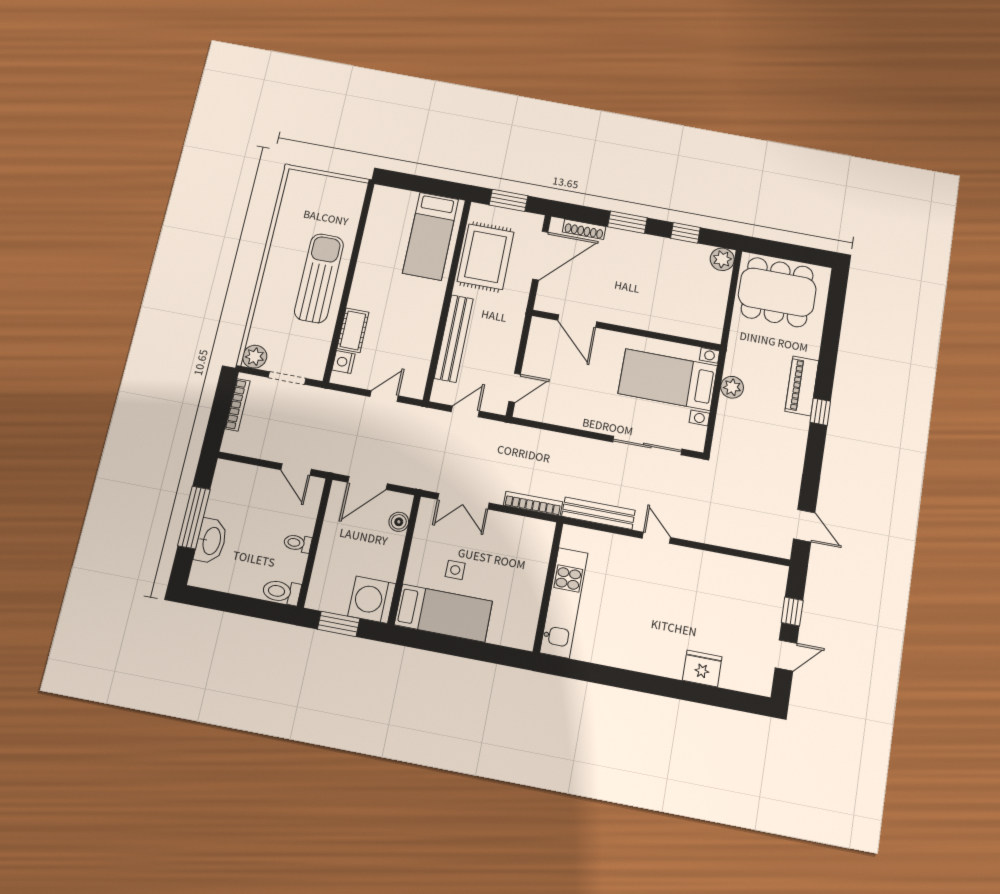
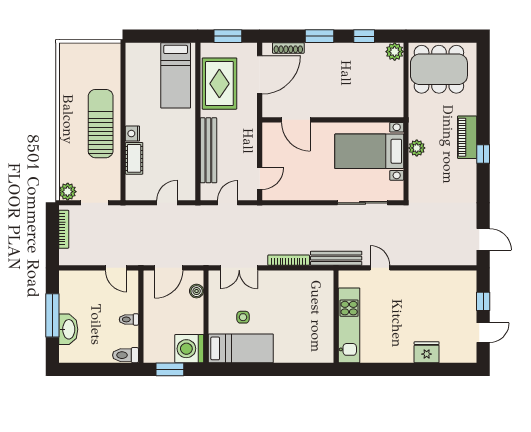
nightstand: (344, 362) -> (132, 134), moved
wall: (548, 587) -> (336, 317), moved
kitchen unit: (564, 603) -> (349, 325), moved

